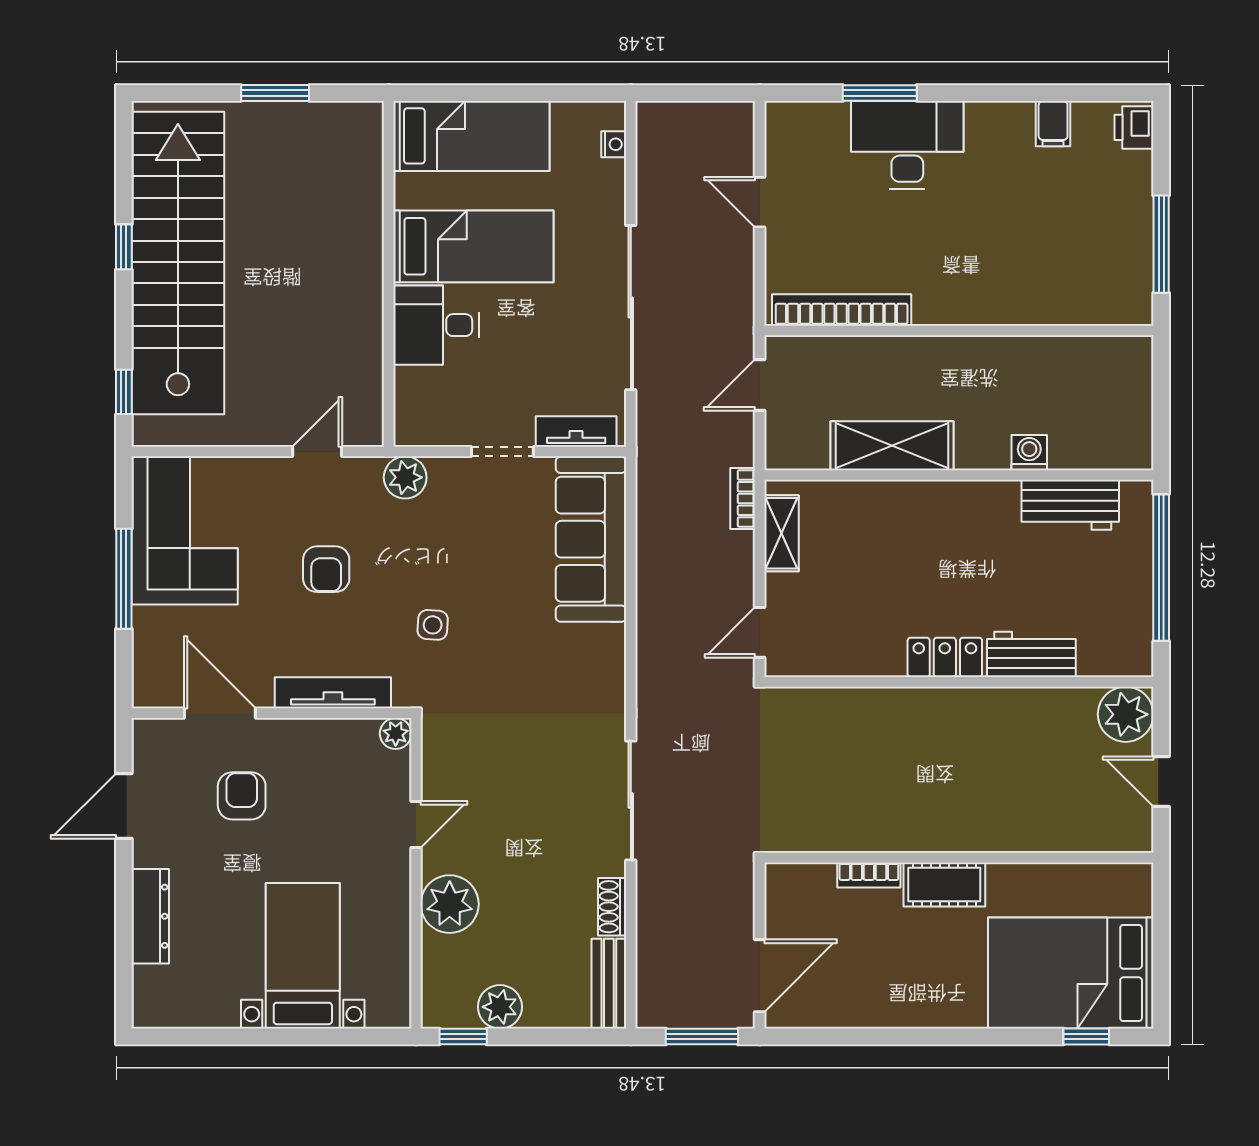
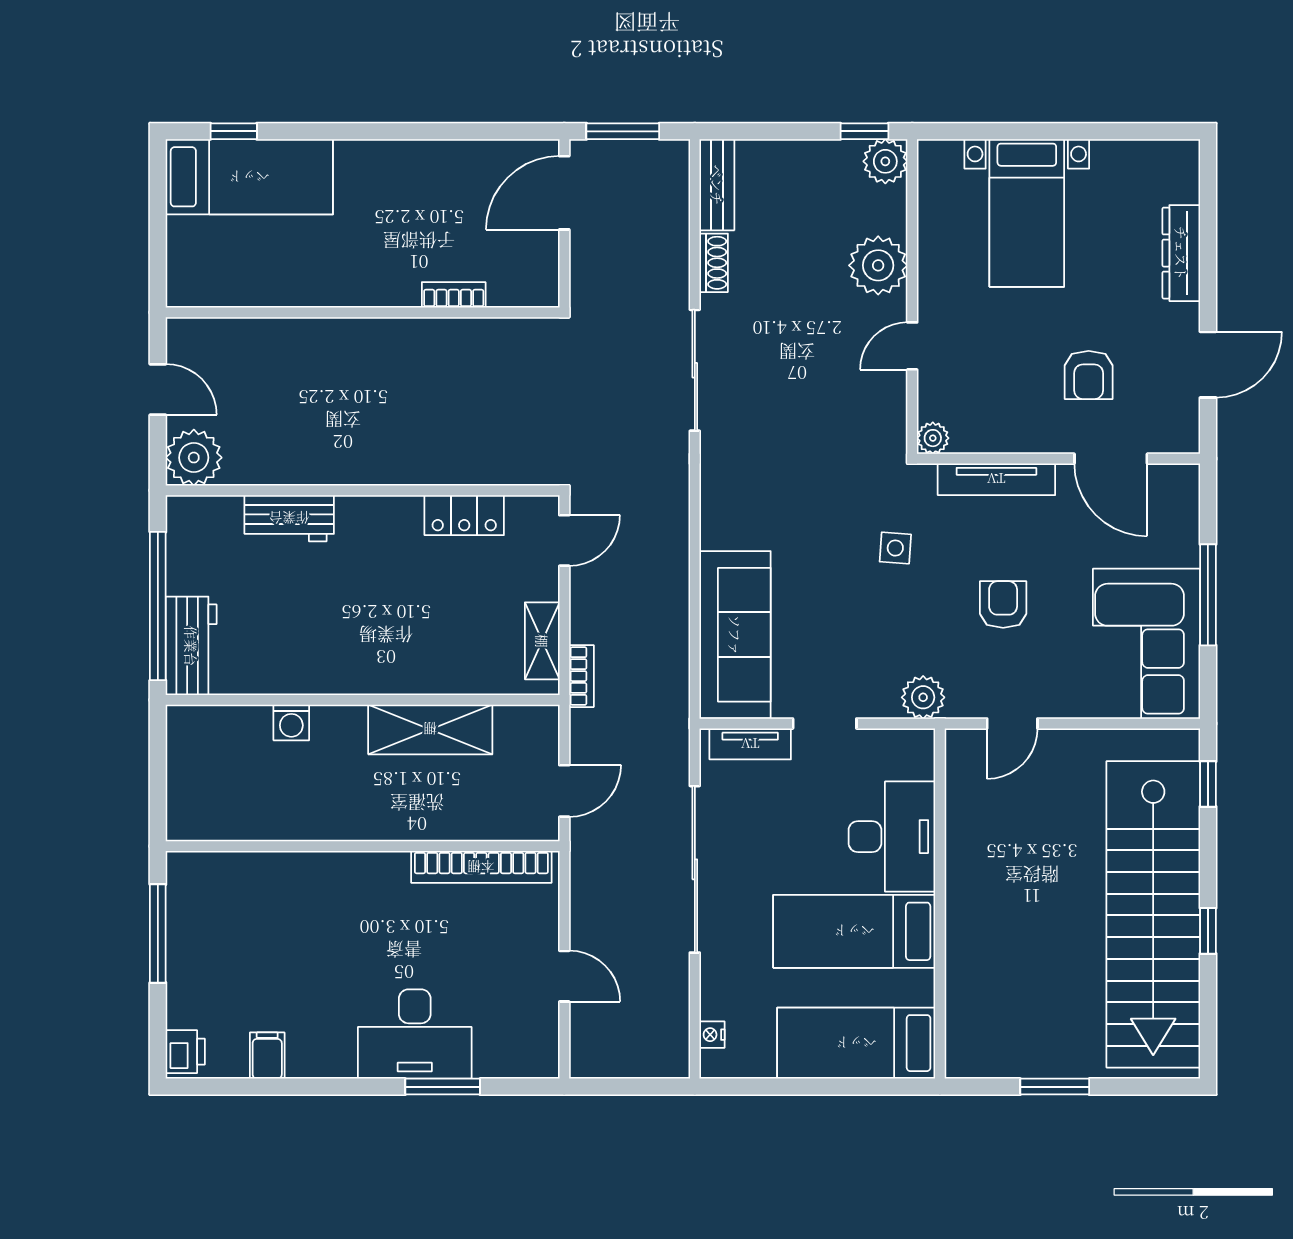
desk: (436, 325) -> (892, 837), width x1.37
workbench: (1070, 505) -> (191, 646), moved, turned 90
locker: (945, 657) -> (464, 515), moved
cot: (944, 885) -> (377, 285), removed
bed: (1071, 973) -> (249, 177), width x0.67
plant: (500, 1007) -> (885, 161), moved

